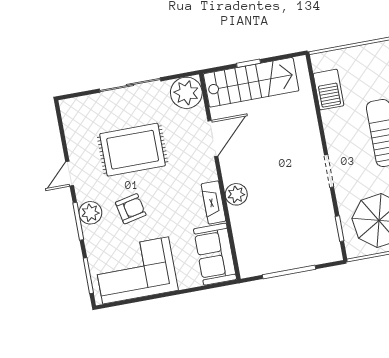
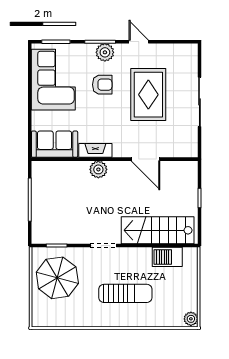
stairs: (251, 82) -> (158, 230), moved, turned 90
plant: (186, 93) -> (185, 145), removed
armchair: (131, 209) -> (102, 85), turned -78

